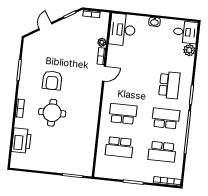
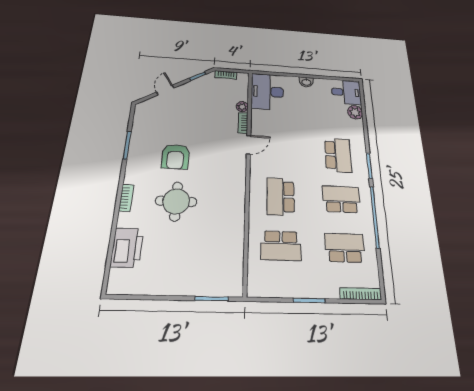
school desk: (123, 114) -> (281, 196), turned -90
school desk: (162, 152) -> (345, 248), turned 180

